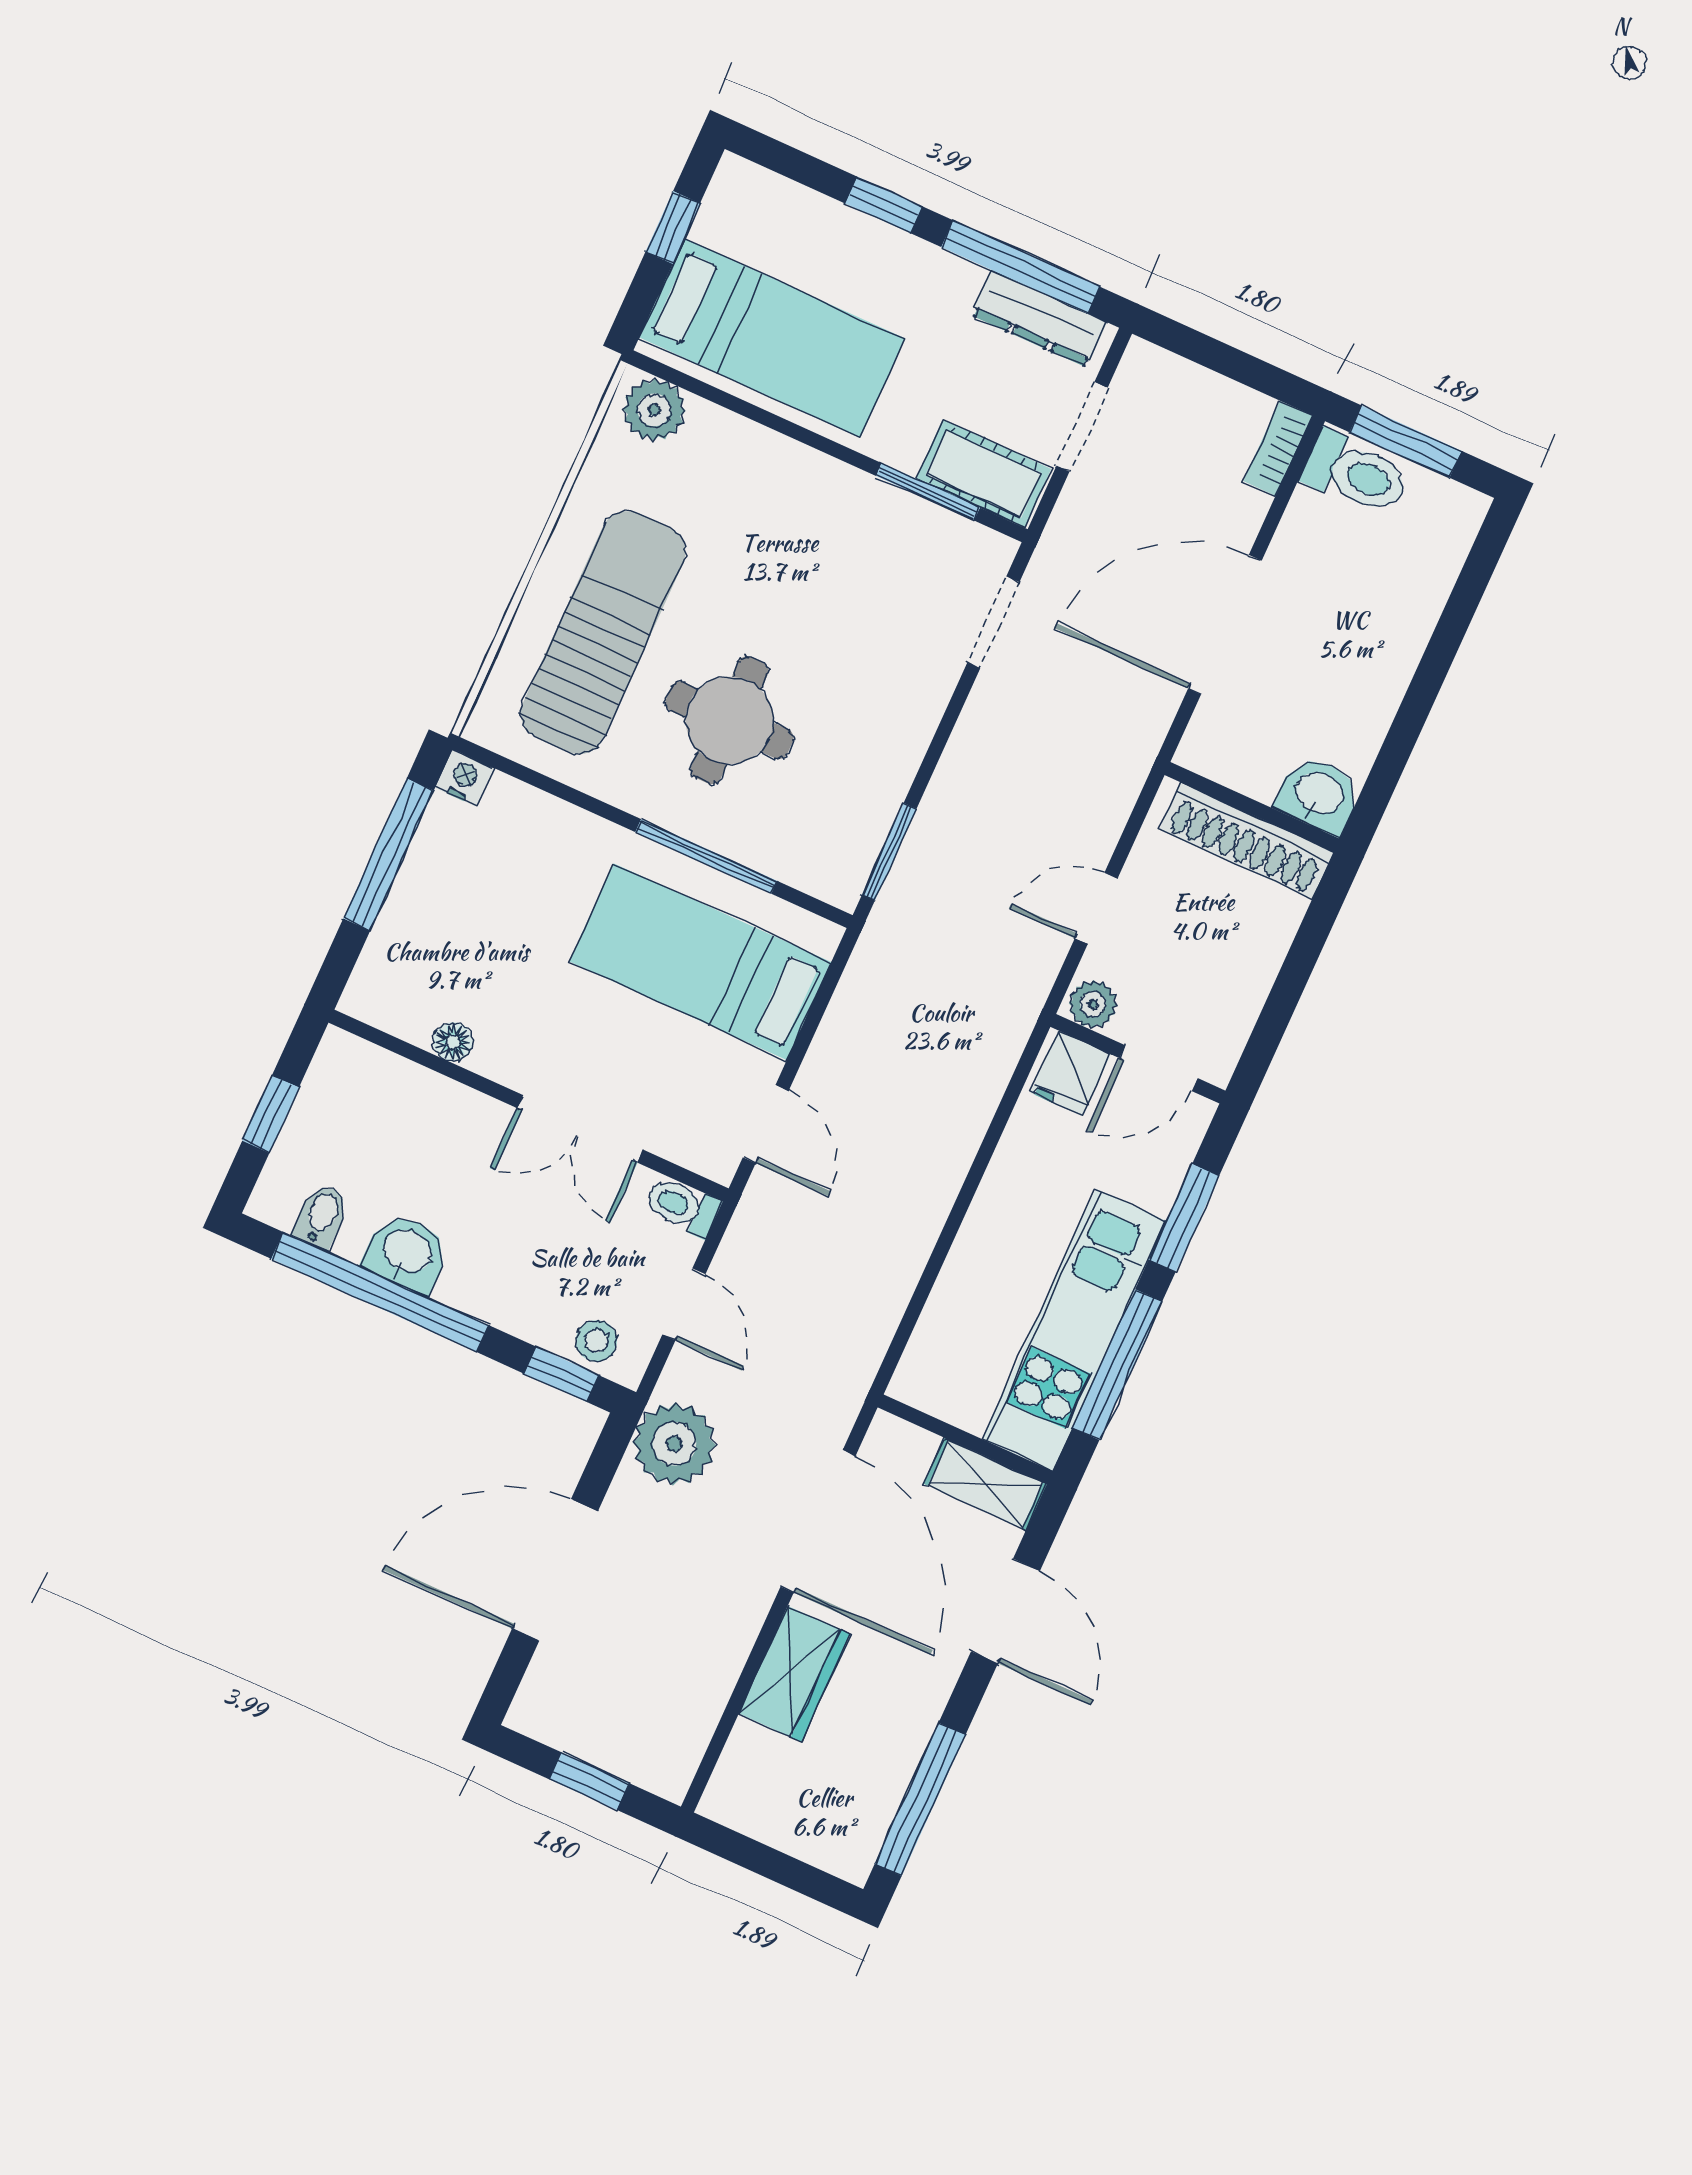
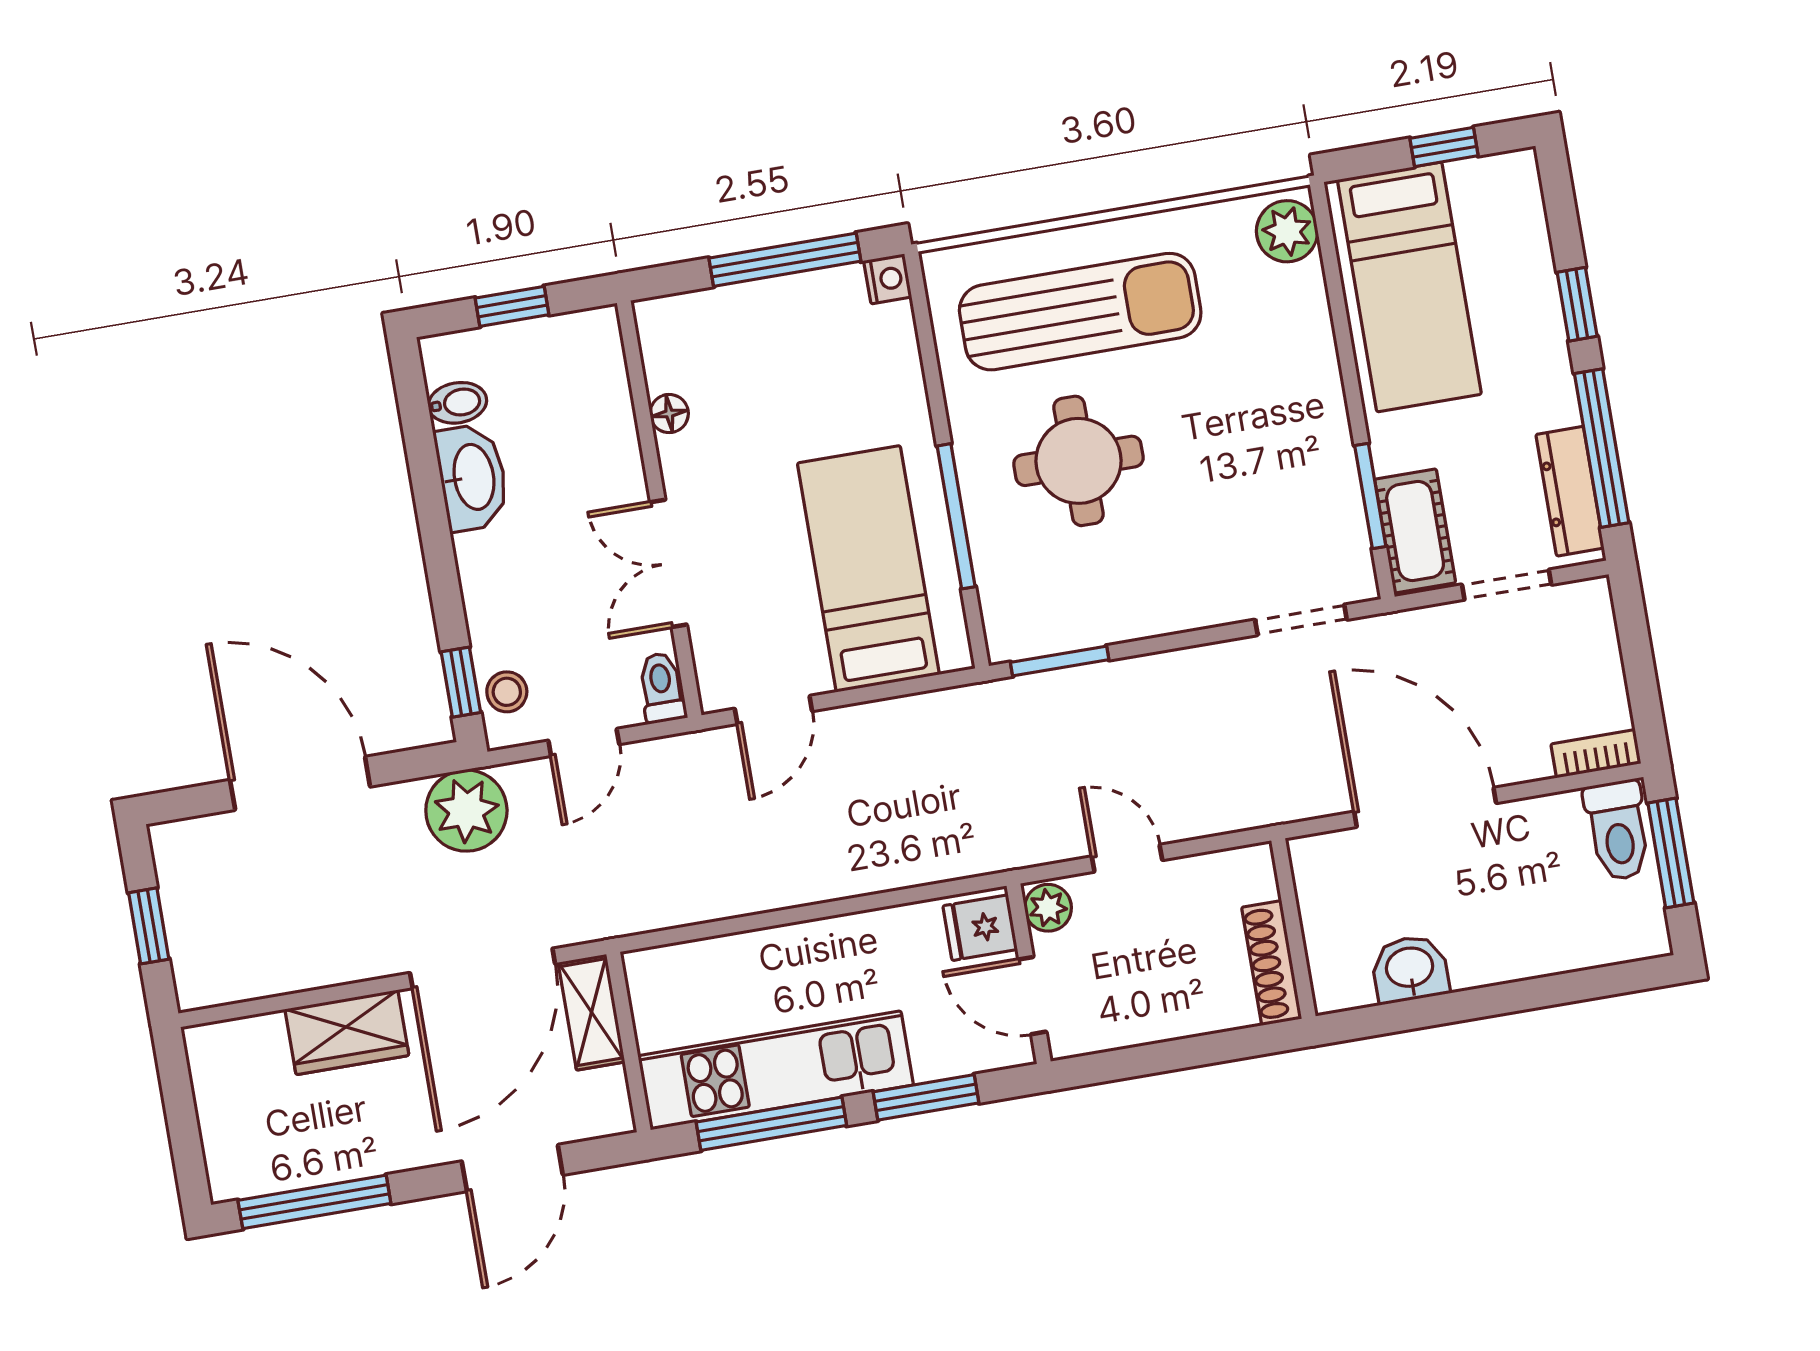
washbasin: (1319, 795) -> (1410, 969), moved, turned -90
shoe rack: (1247, 841) -> (1272, 963), width x0.74, depth x0.81
washbasin: (407, 1253) -> (472, 477), width x1.38
window: (380, 1292) -> (428, 491), removed
shelving: (985, 1484) -> (592, 1012), moved

